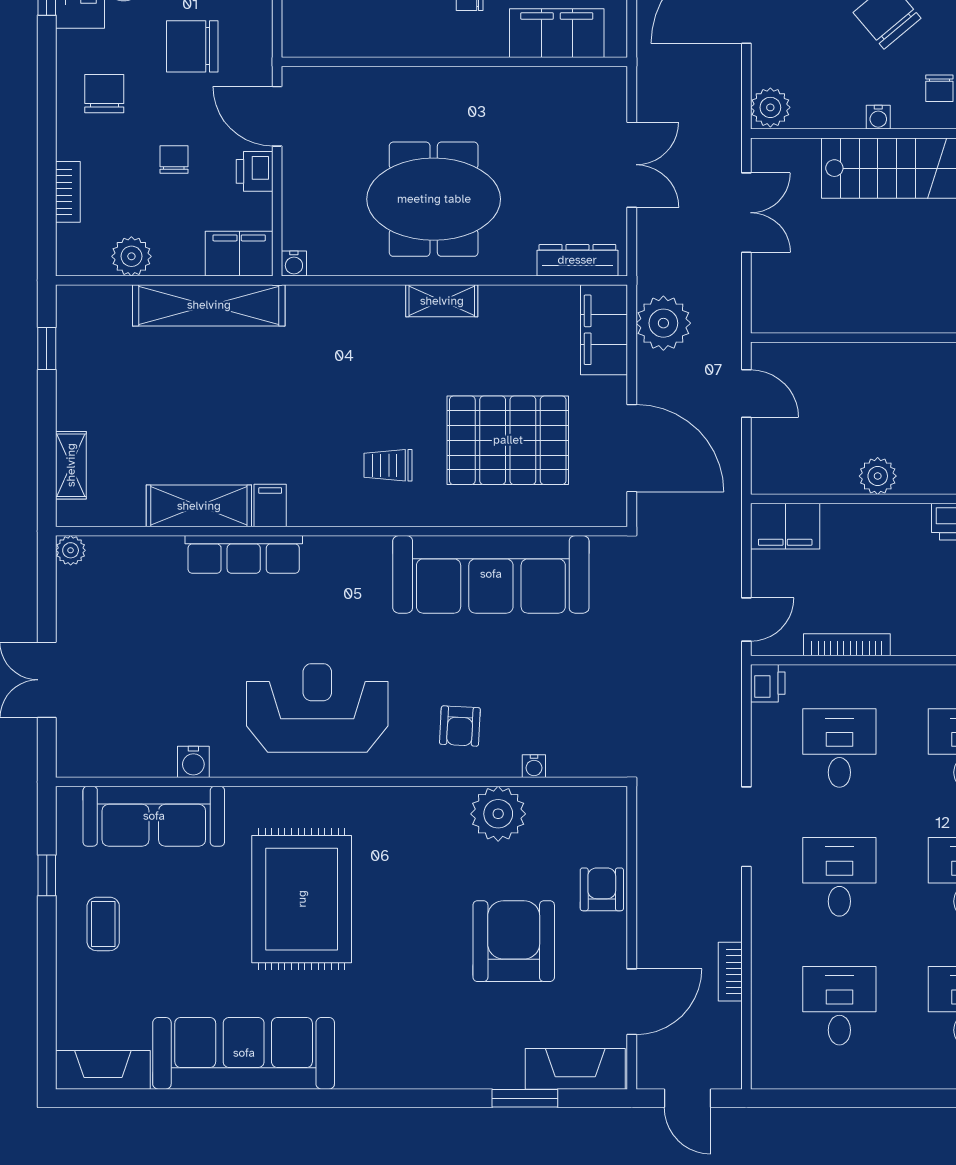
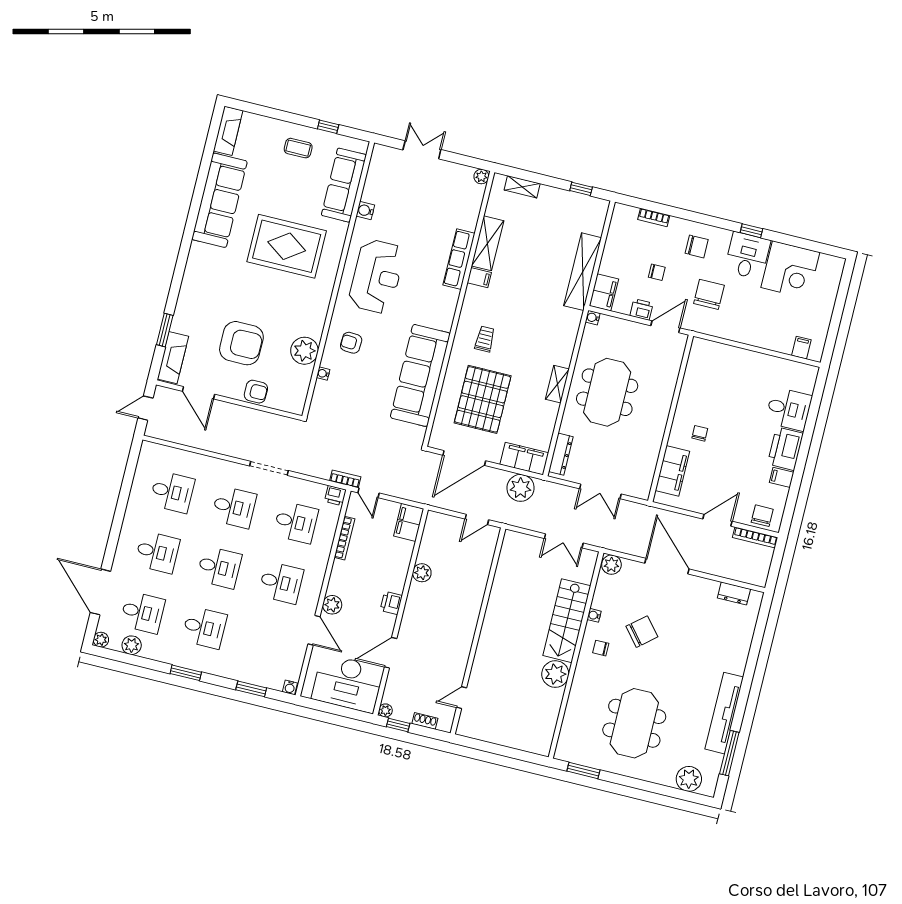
plant: (131, 256) -> (615, 240), removed
bookcase: (730, 972) -> (345, 479), moved

